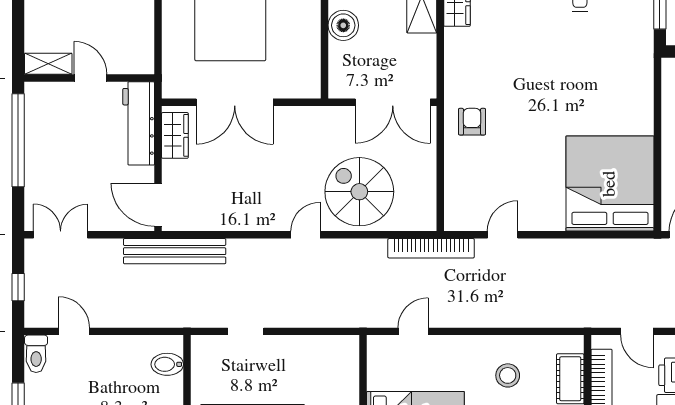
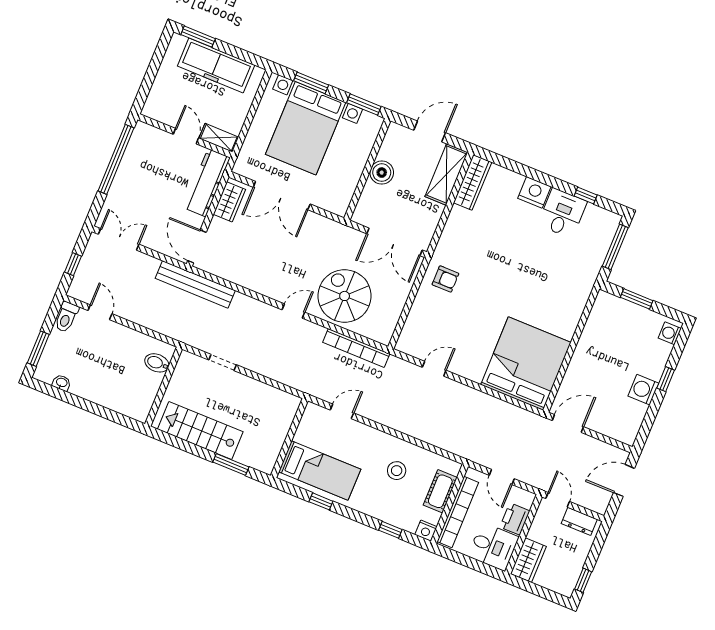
shelving: (48, 64) -> (219, 138), moved
armchair: (472, 122) -> (445, 279), turned 90
bookcase: (431, 248) -> (356, 348), moved

